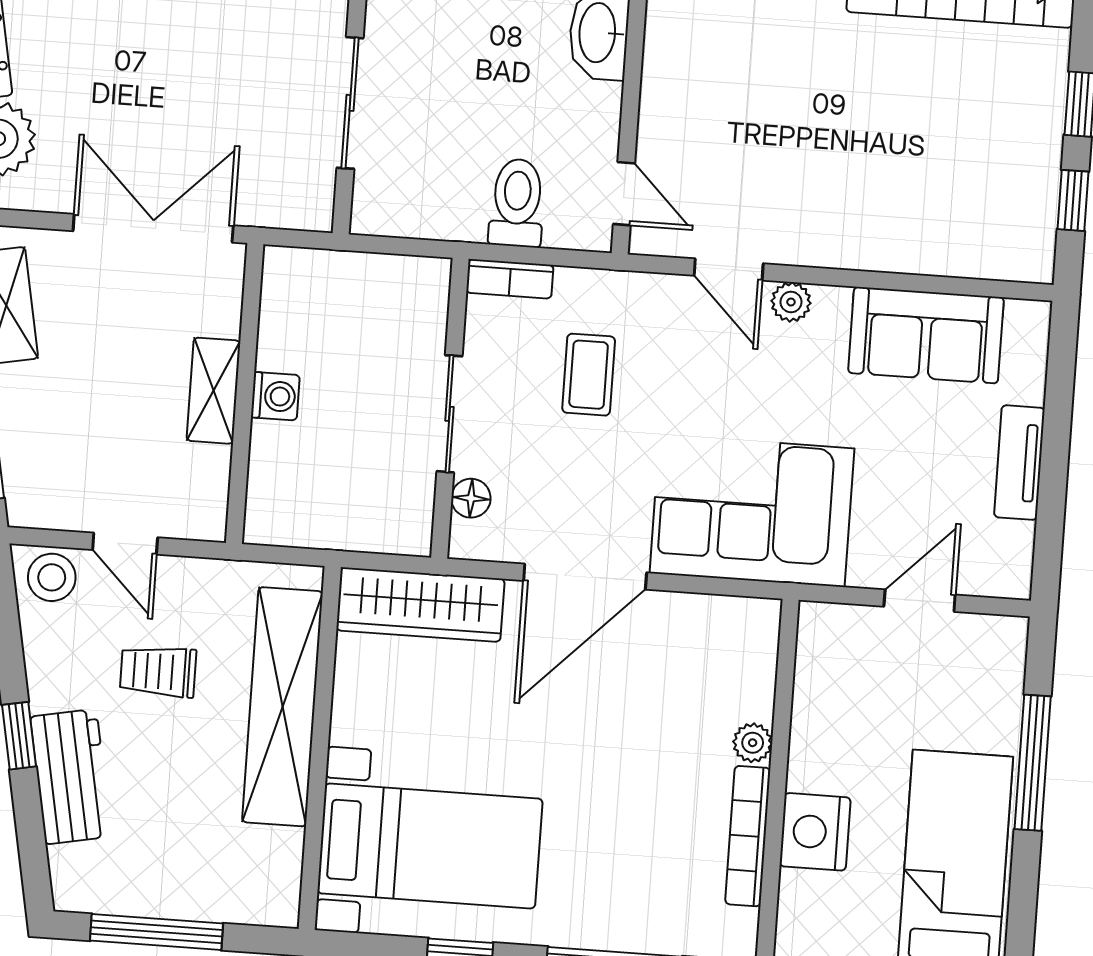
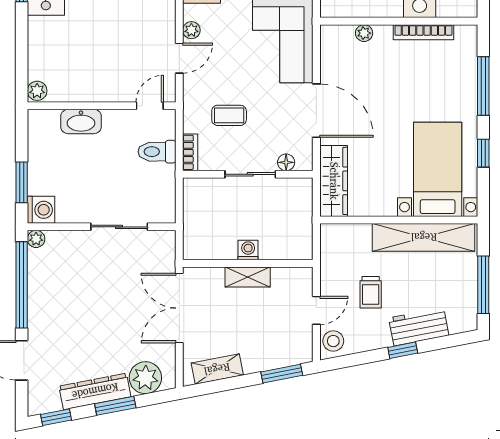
shelving: (282, 707) -> (424, 237), moved
plant: (753, 743) -> (364, 33), moved

